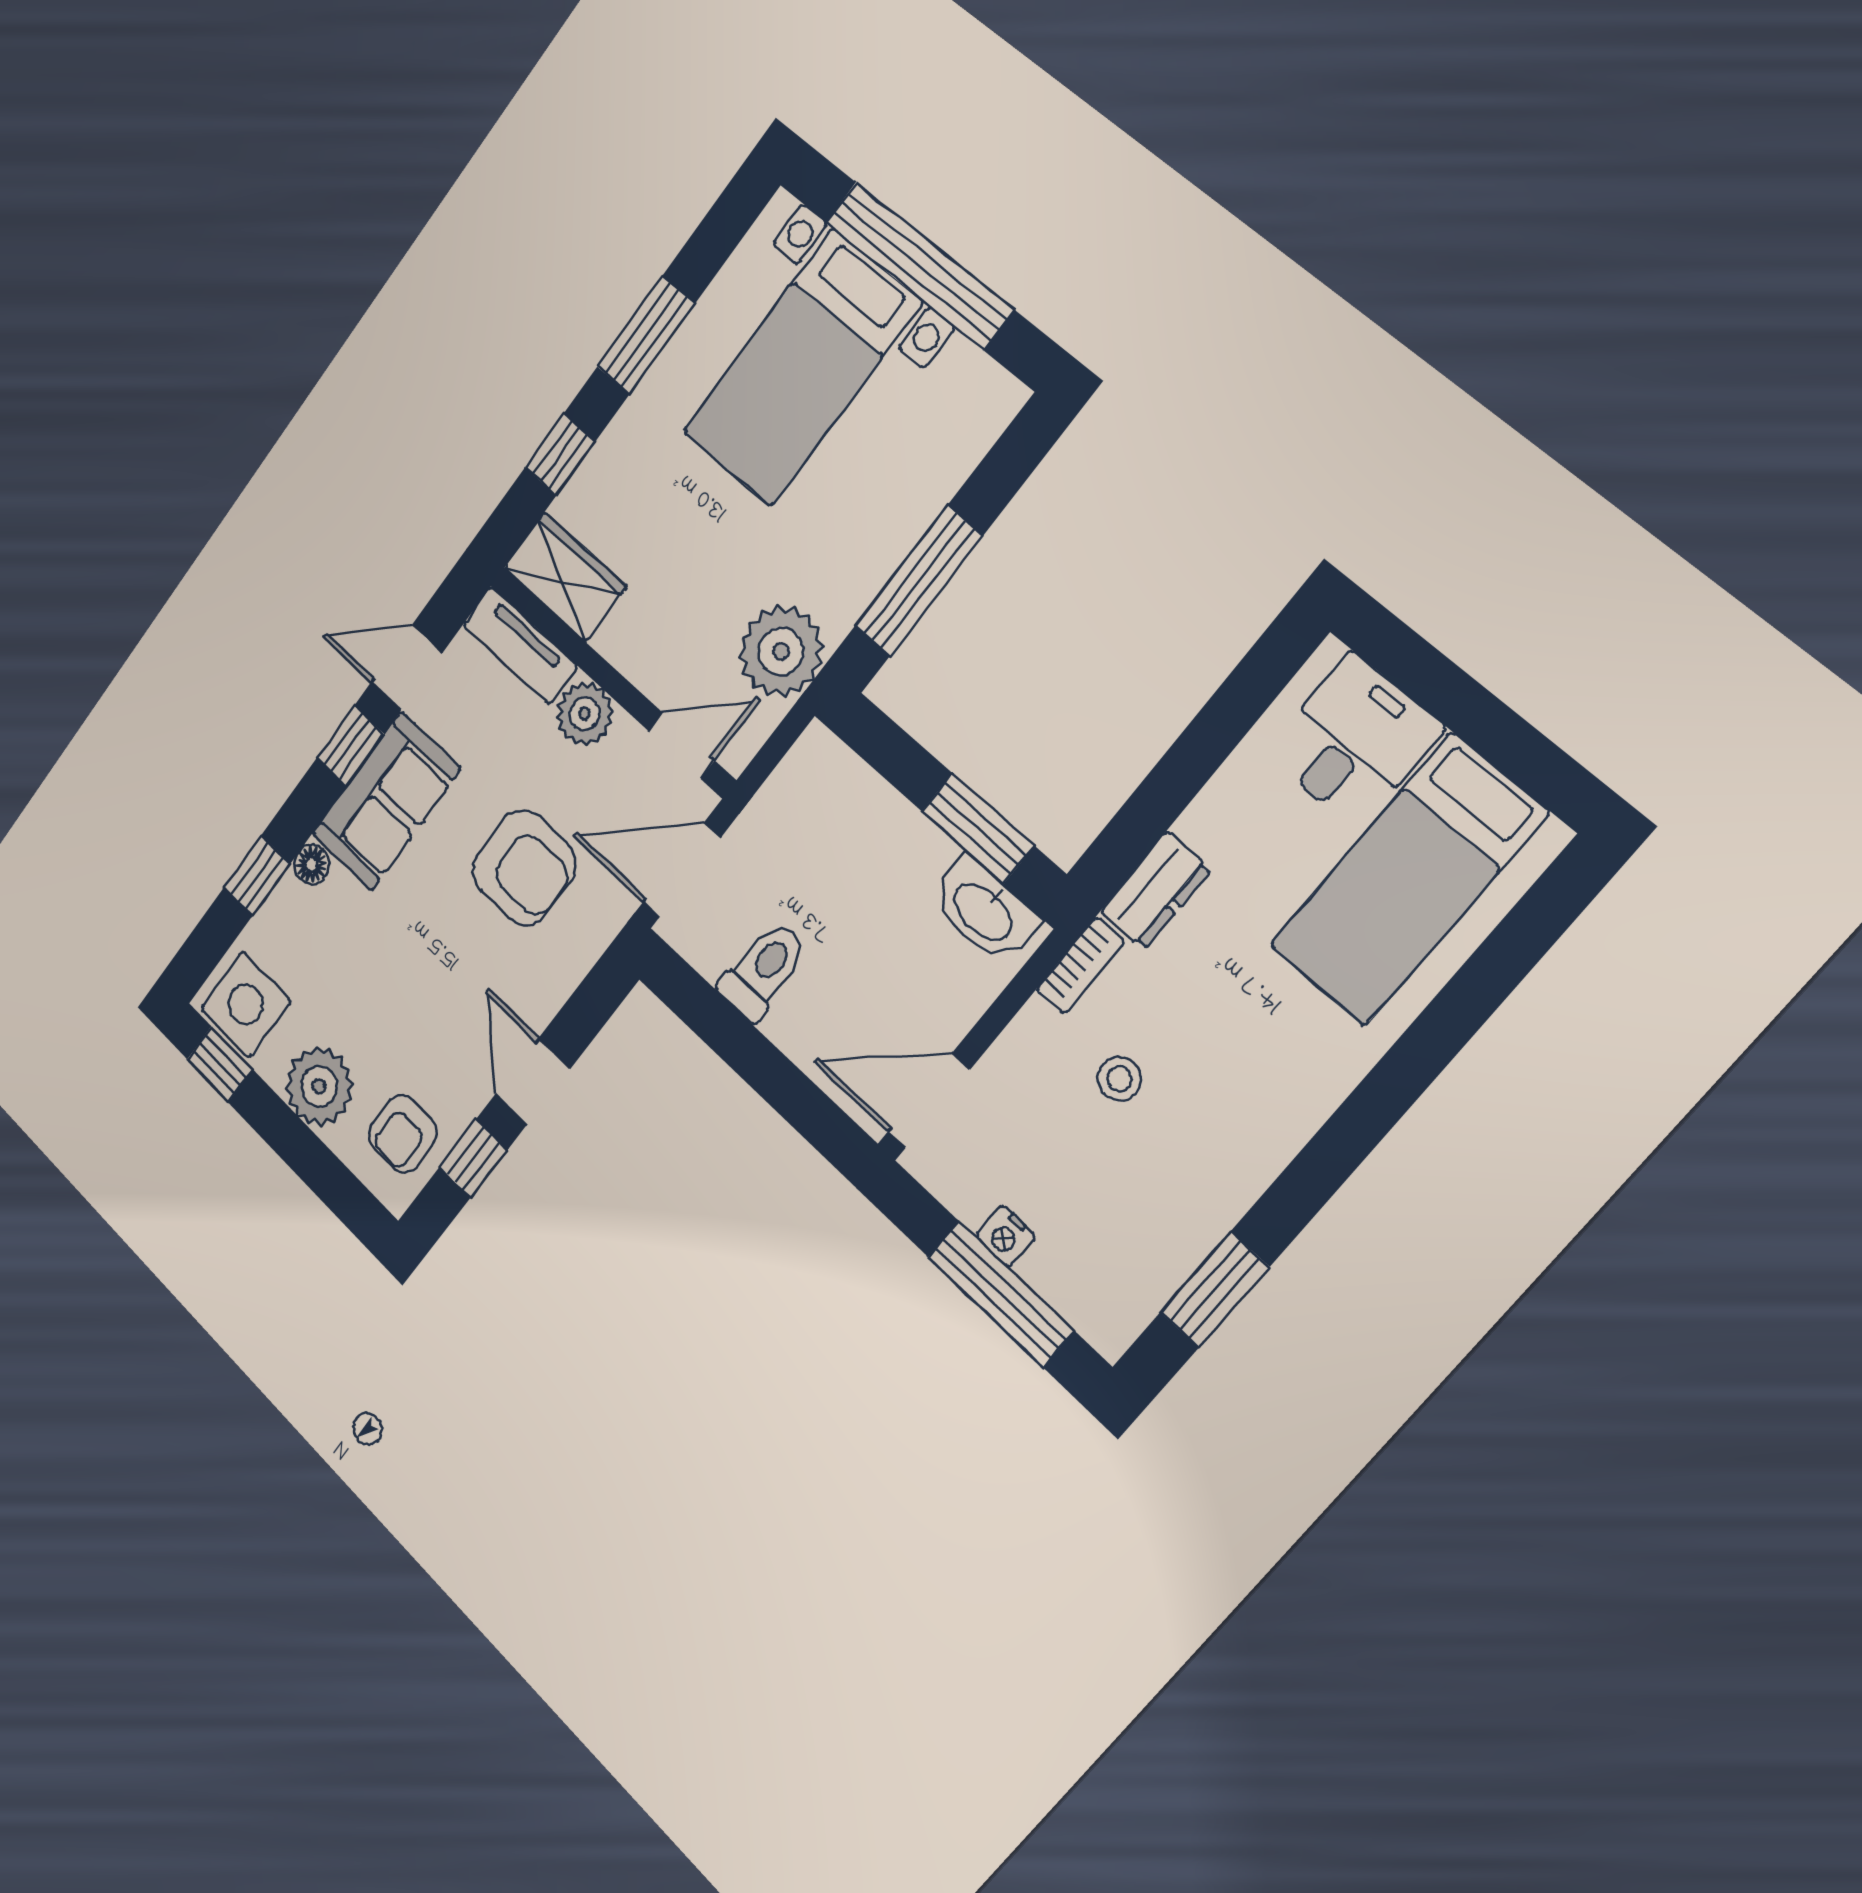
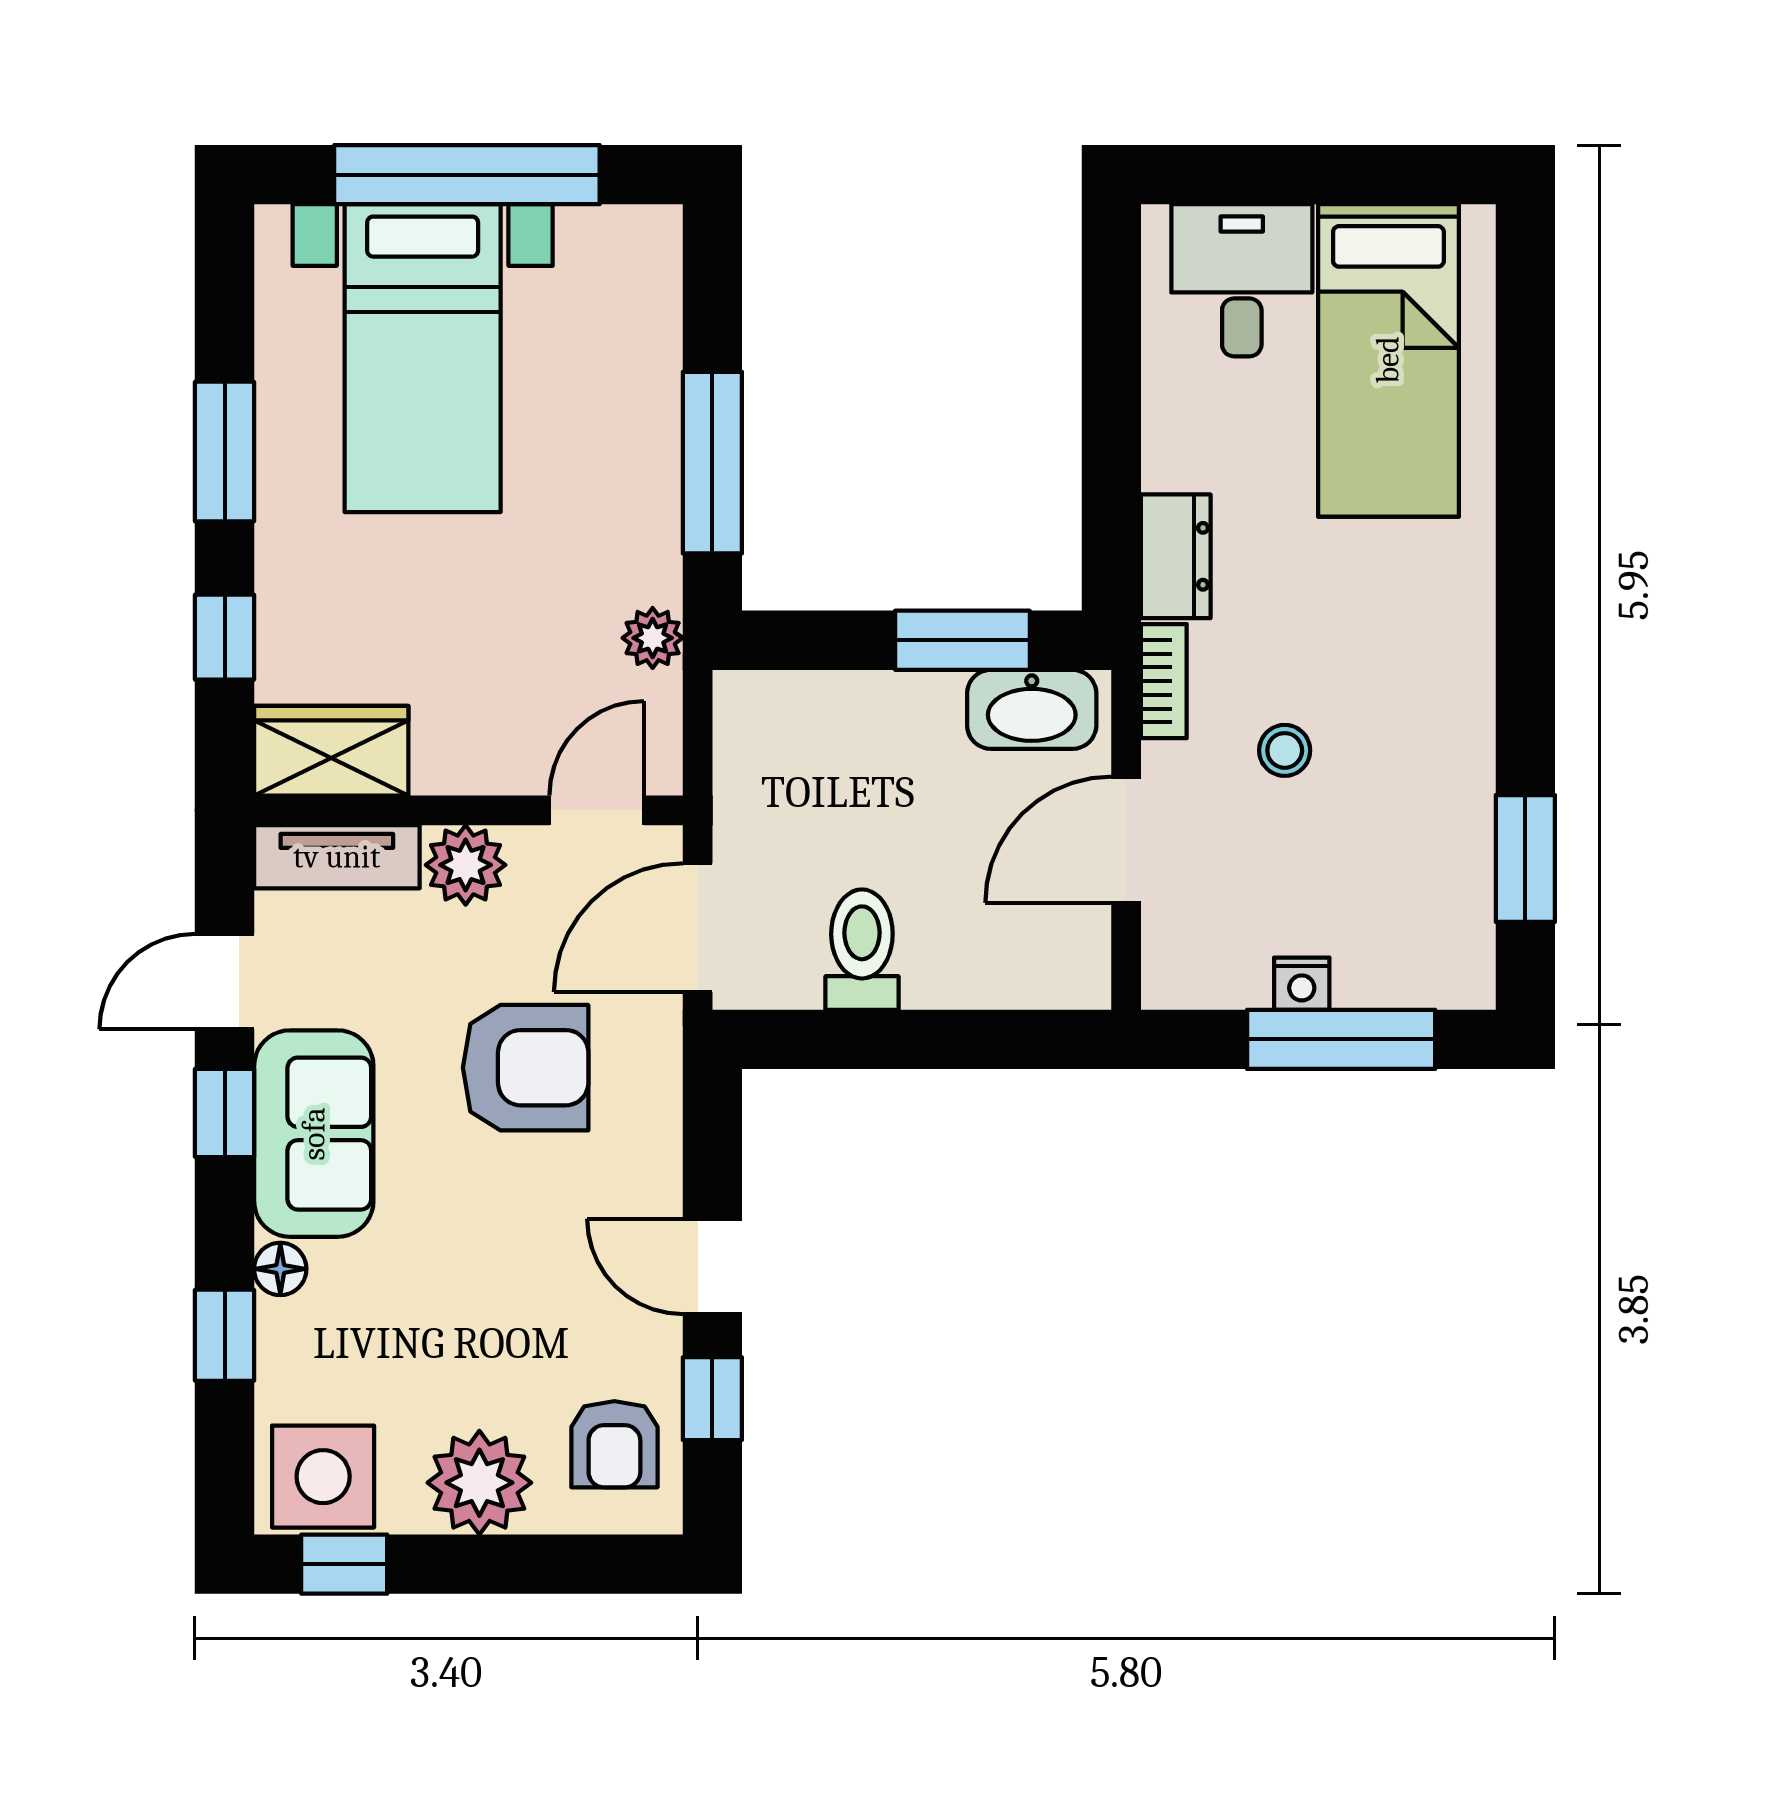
plant: (781, 651) -> (653, 638), width x0.53, depth x0.53
door: (929, 1101) -> (1126, 840), moved

